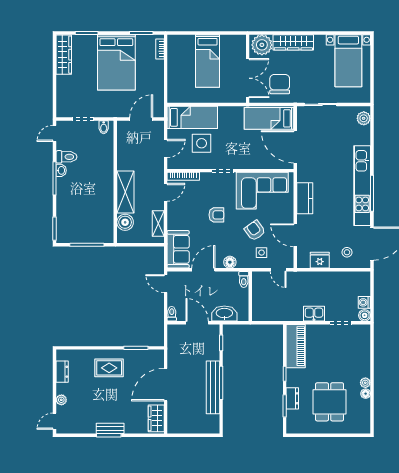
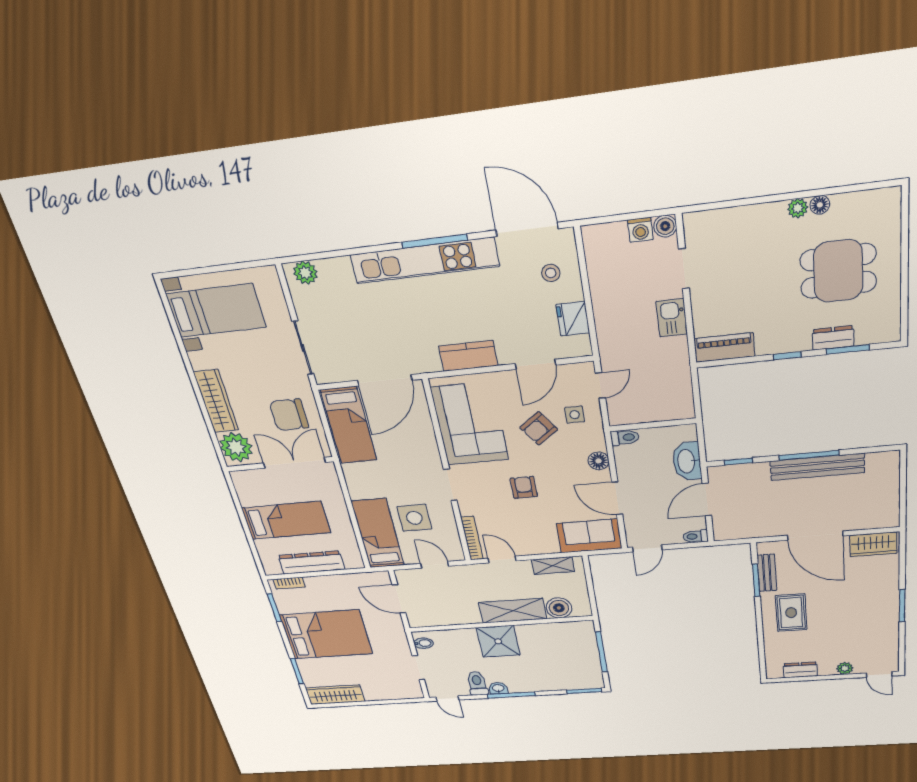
dresser: (175, 68) -> (311, 563), added
shower: (101, 178) -> (498, 641), added
piano: (296, 346) -> (724, 347), width x0.73, depth x0.75
bench: (110, 428) -> (767, 573), moved

